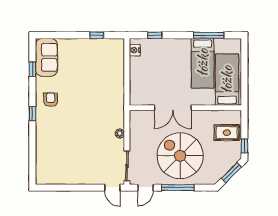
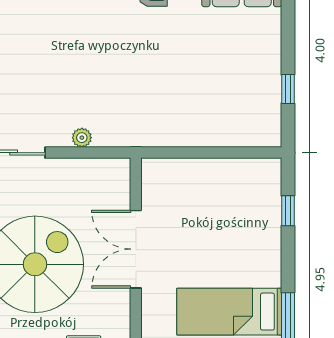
nightstand: (135, 50) -> (257, 169), removed

